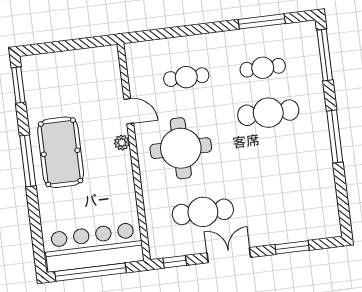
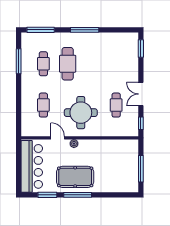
window: (18, 85) -> (47, 195), moved
door: (129, 111) -> (58, 138), hinge flipped
cafe table: (203, 212) -> (116, 105), width x0.73, depth x0.74
bar counter: (94, 247) -> (32, 166), moved, turned 180
window: (292, 247) -> (141, 49), moved
window: (91, 272) -> (141, 169), width x0.68

